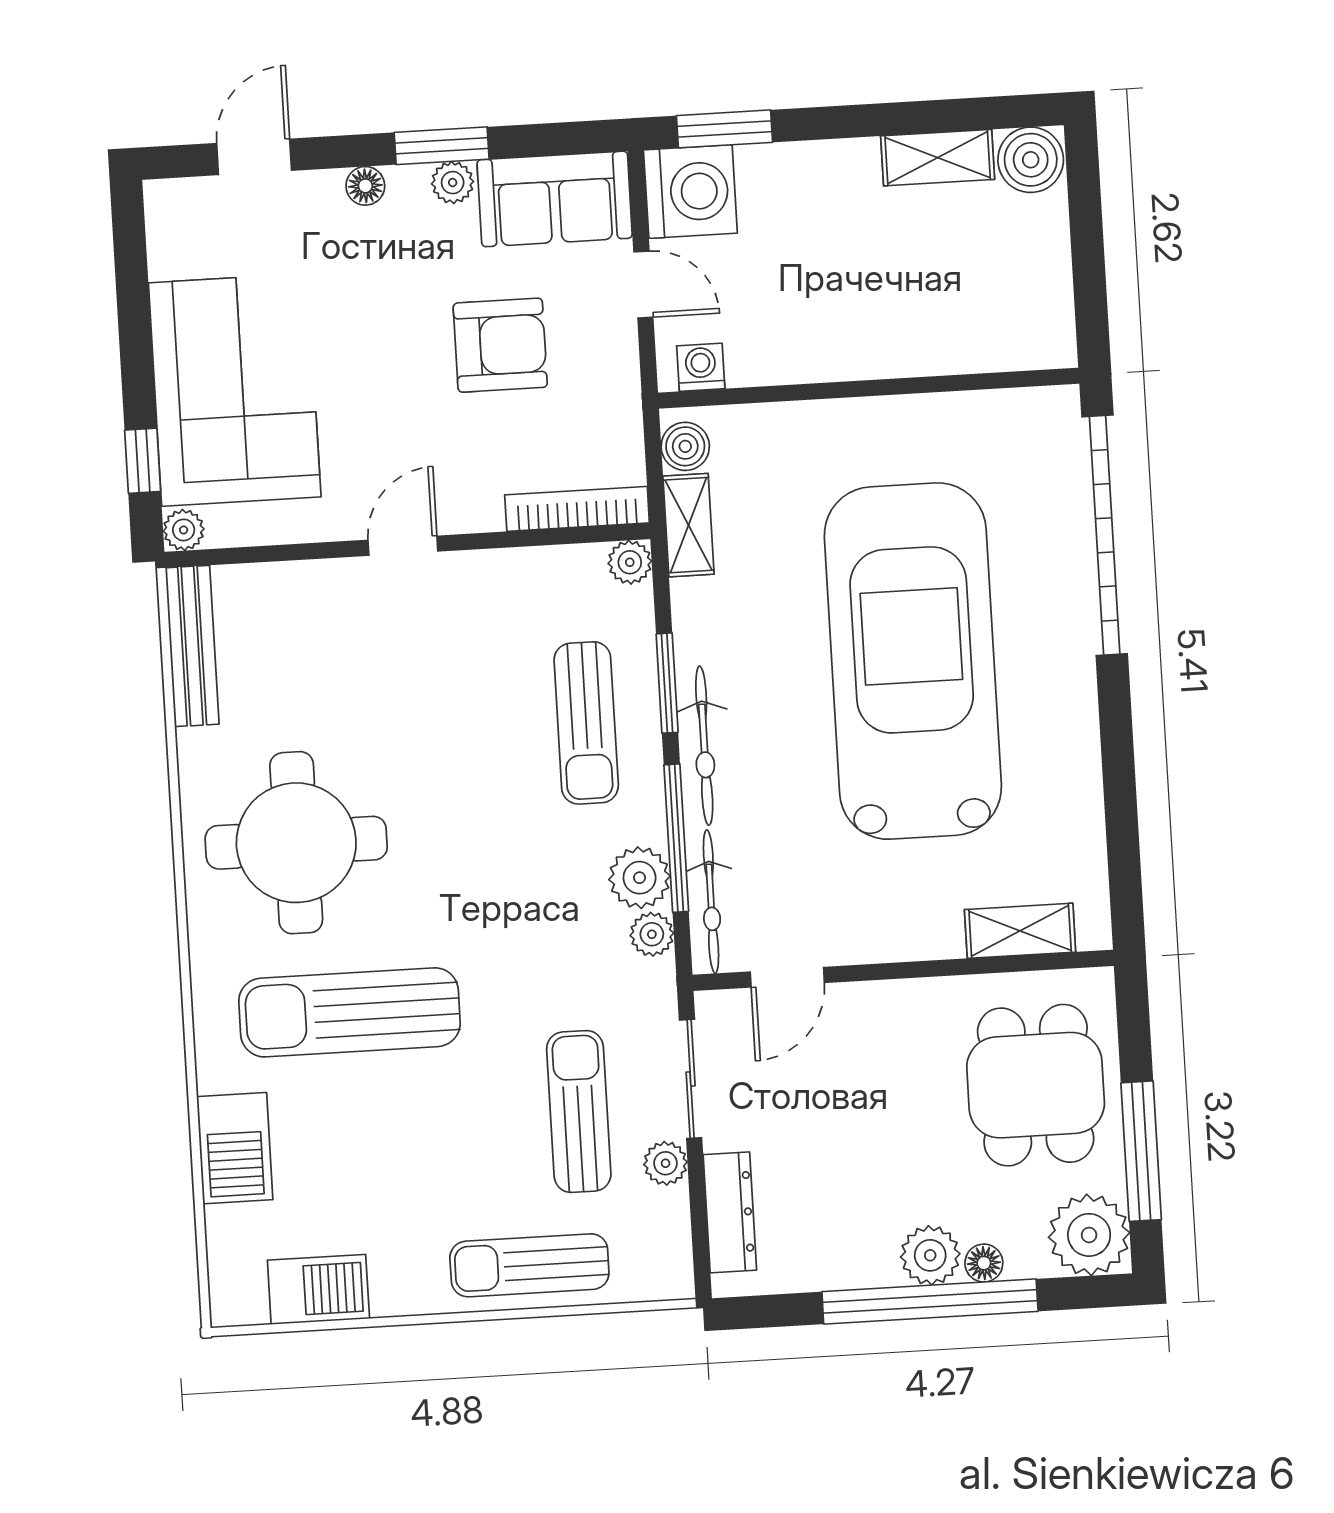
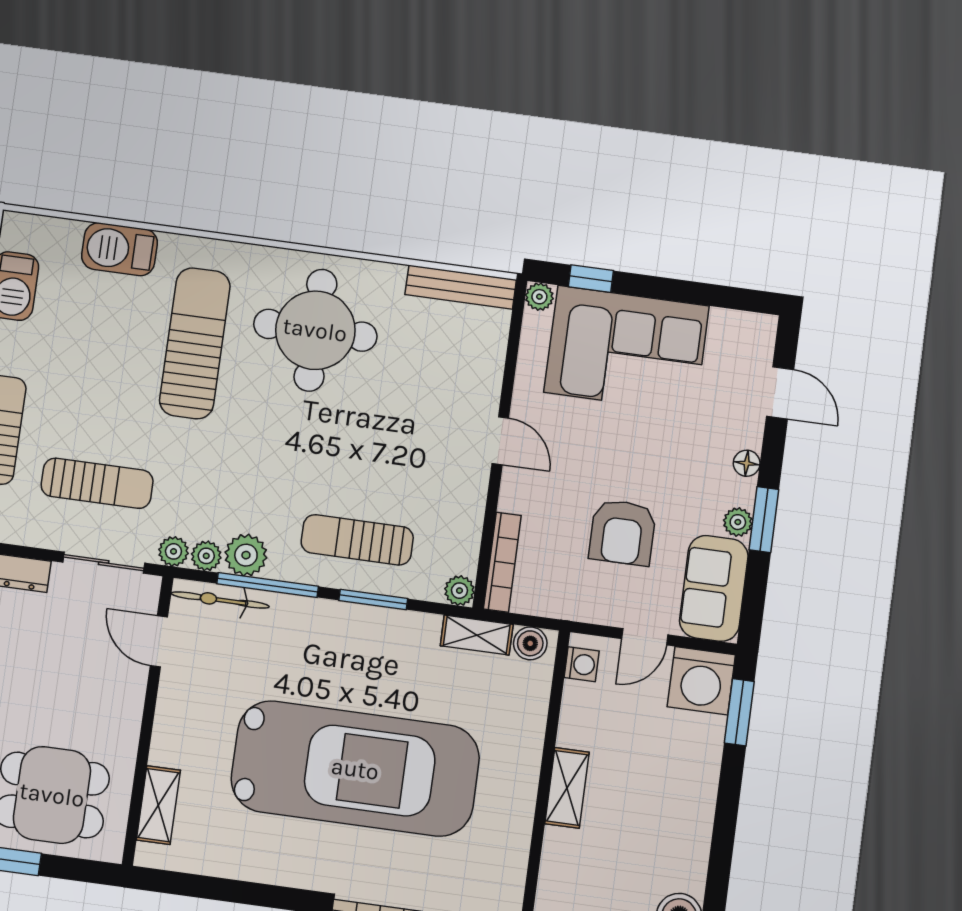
shelving: (938, 158) -> (567, 788), moved
bicycle: (704, 746) -> (326, 616), removed
plant: (665, 1163) -> (173, 551), moved

